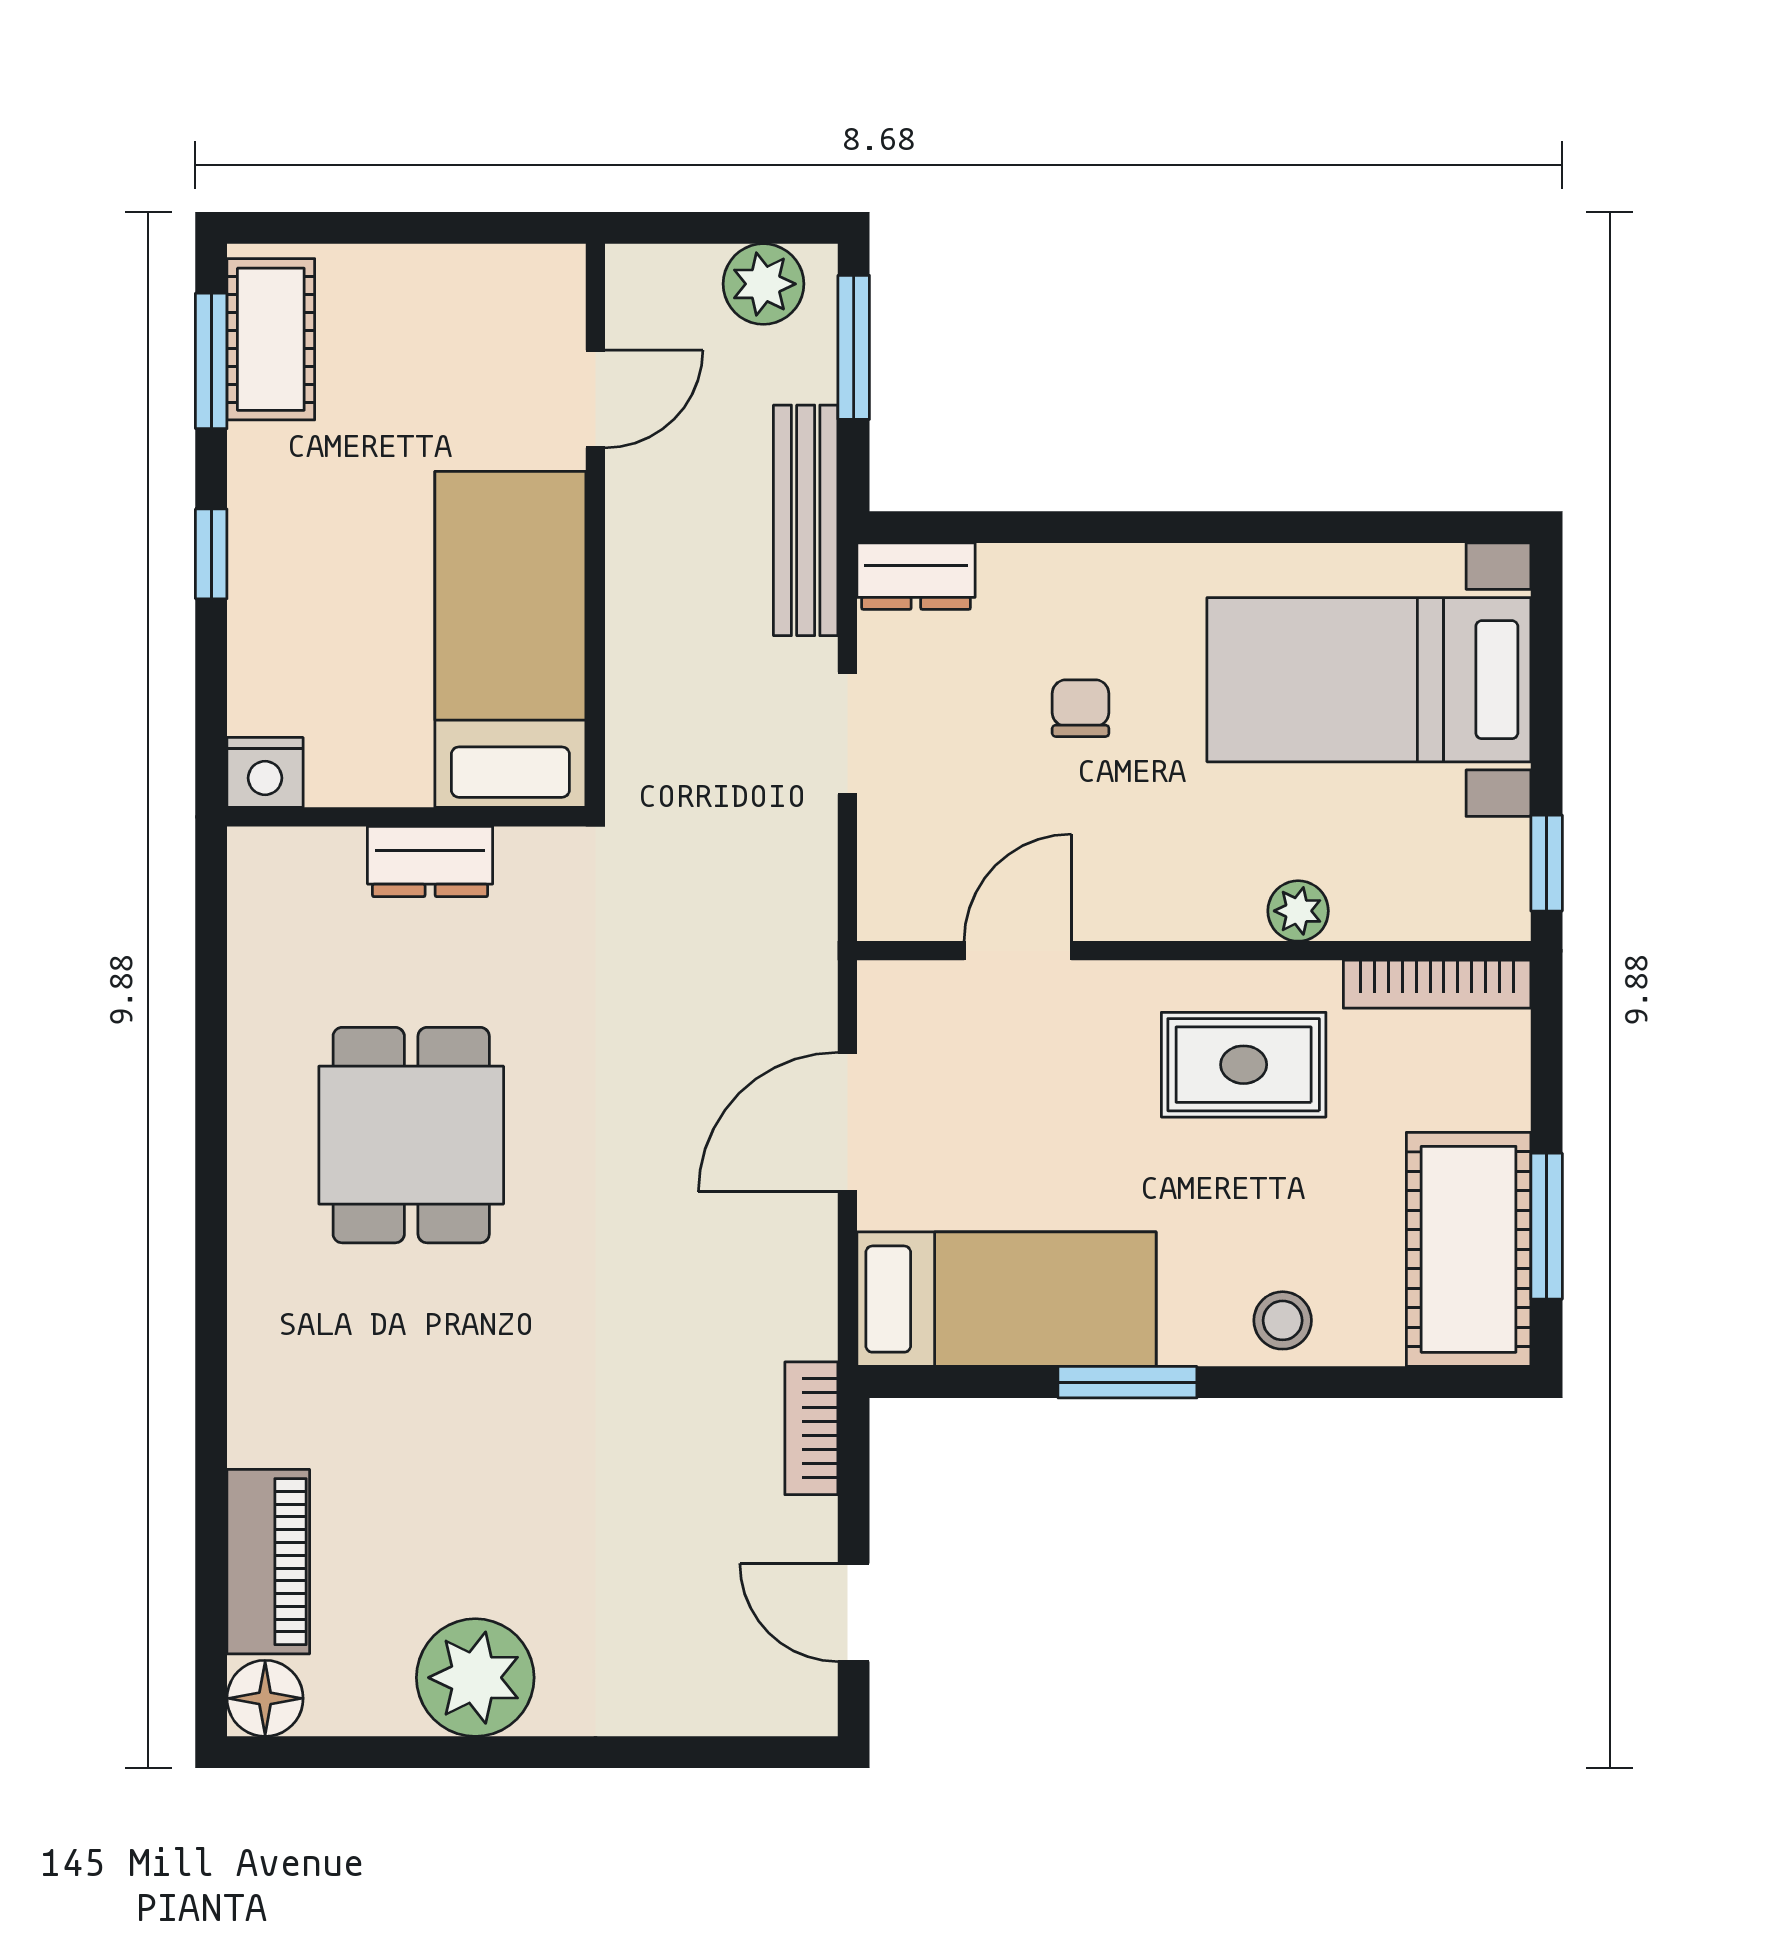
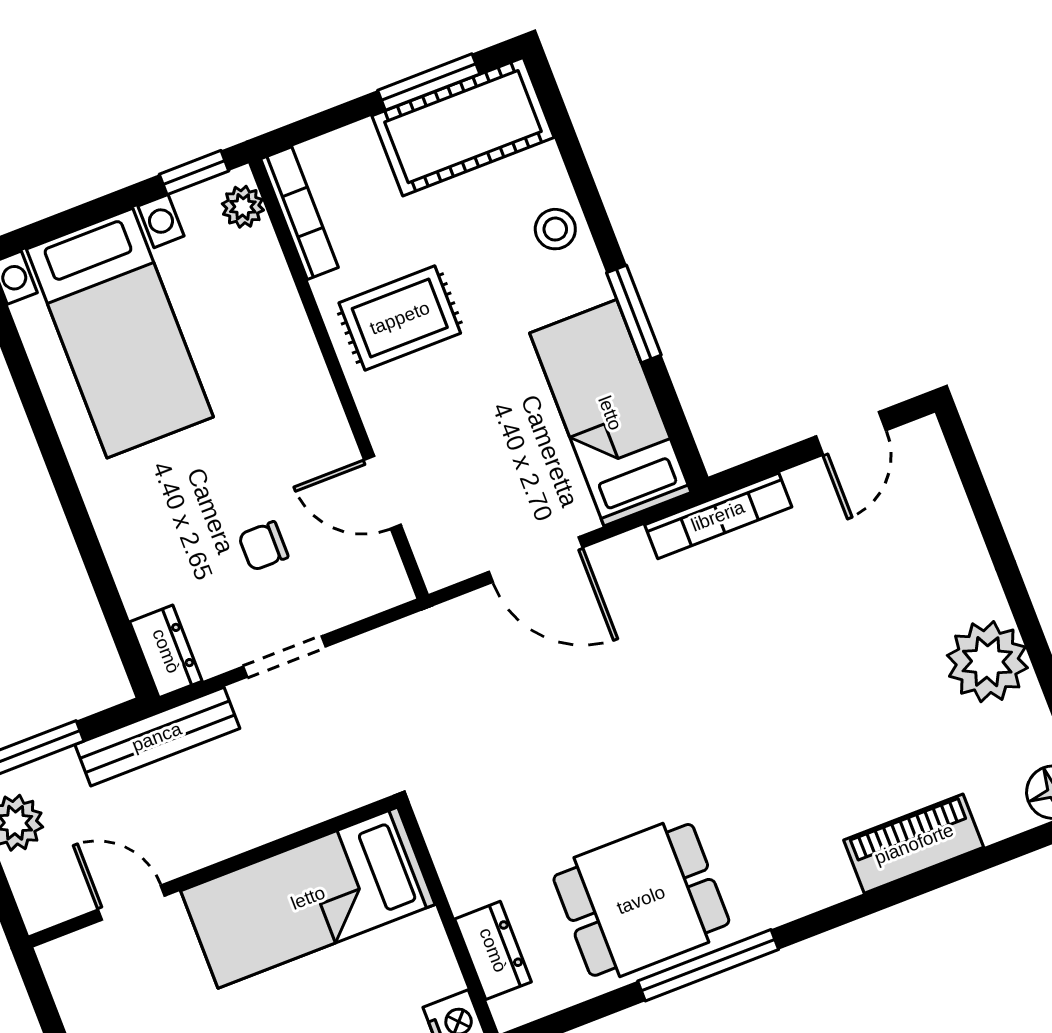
chair: (1081, 708) -> (263, 546), moved
dresser: (430, 862) -> (493, 950), moved
plant: (1298, 911) -> (243, 207), moved
rug: (1244, 1065) -> (400, 318), turned 90
dining table: (411, 1135) -> (641, 900), moved
window: (211, 1144) -> (708, 965), added
bookcase: (811, 1428) -> (718, 516), width x1.56
piano: (268, 1562) -> (914, 844), moved

